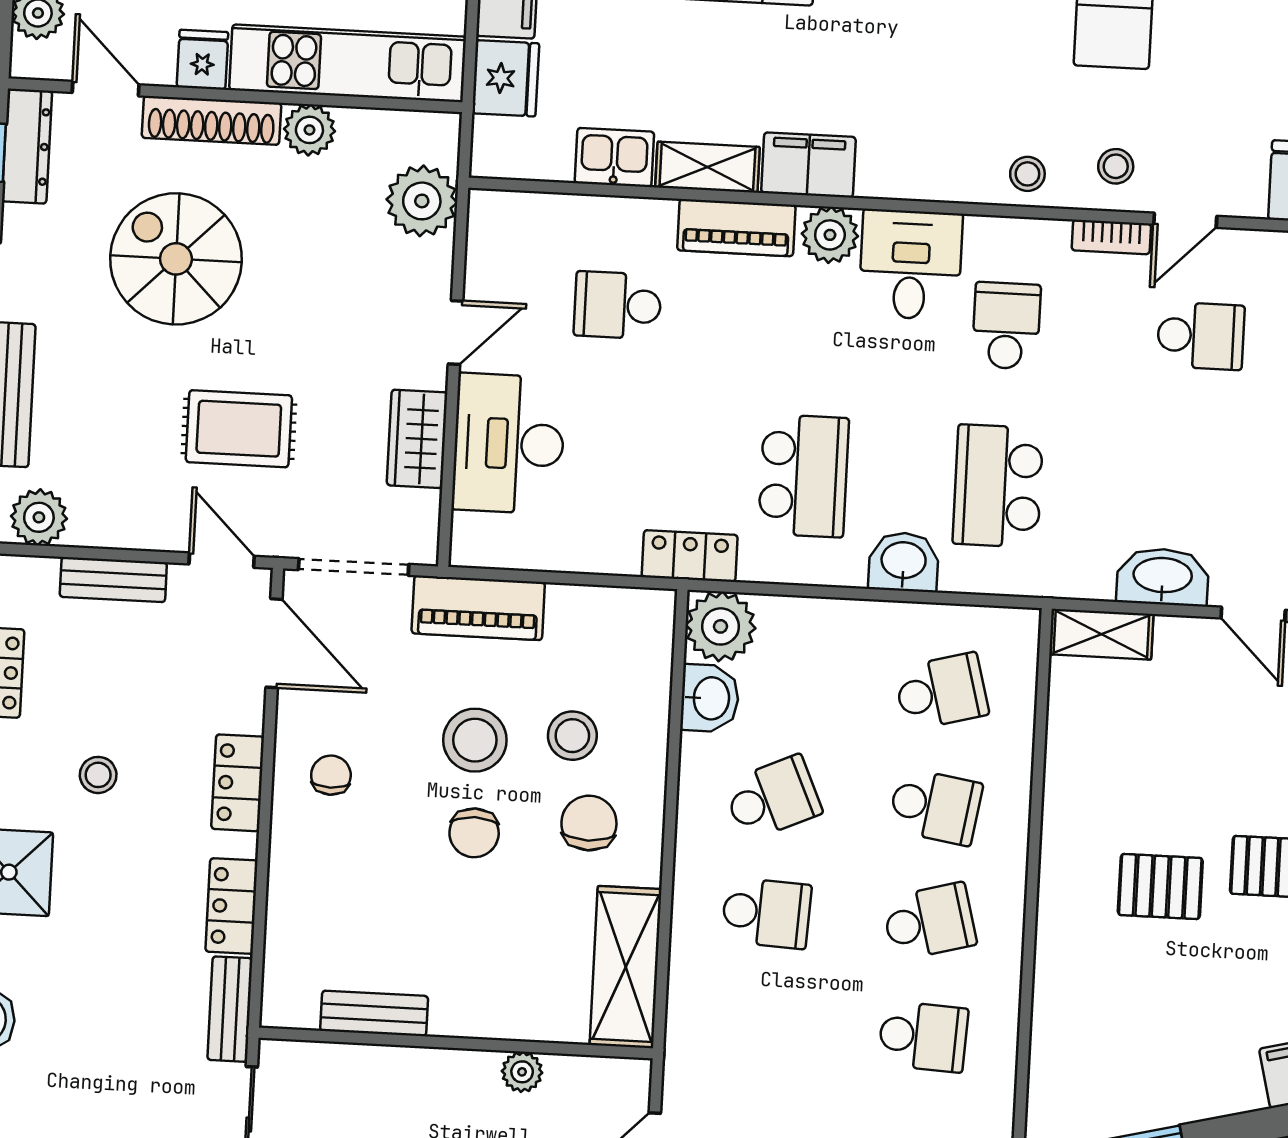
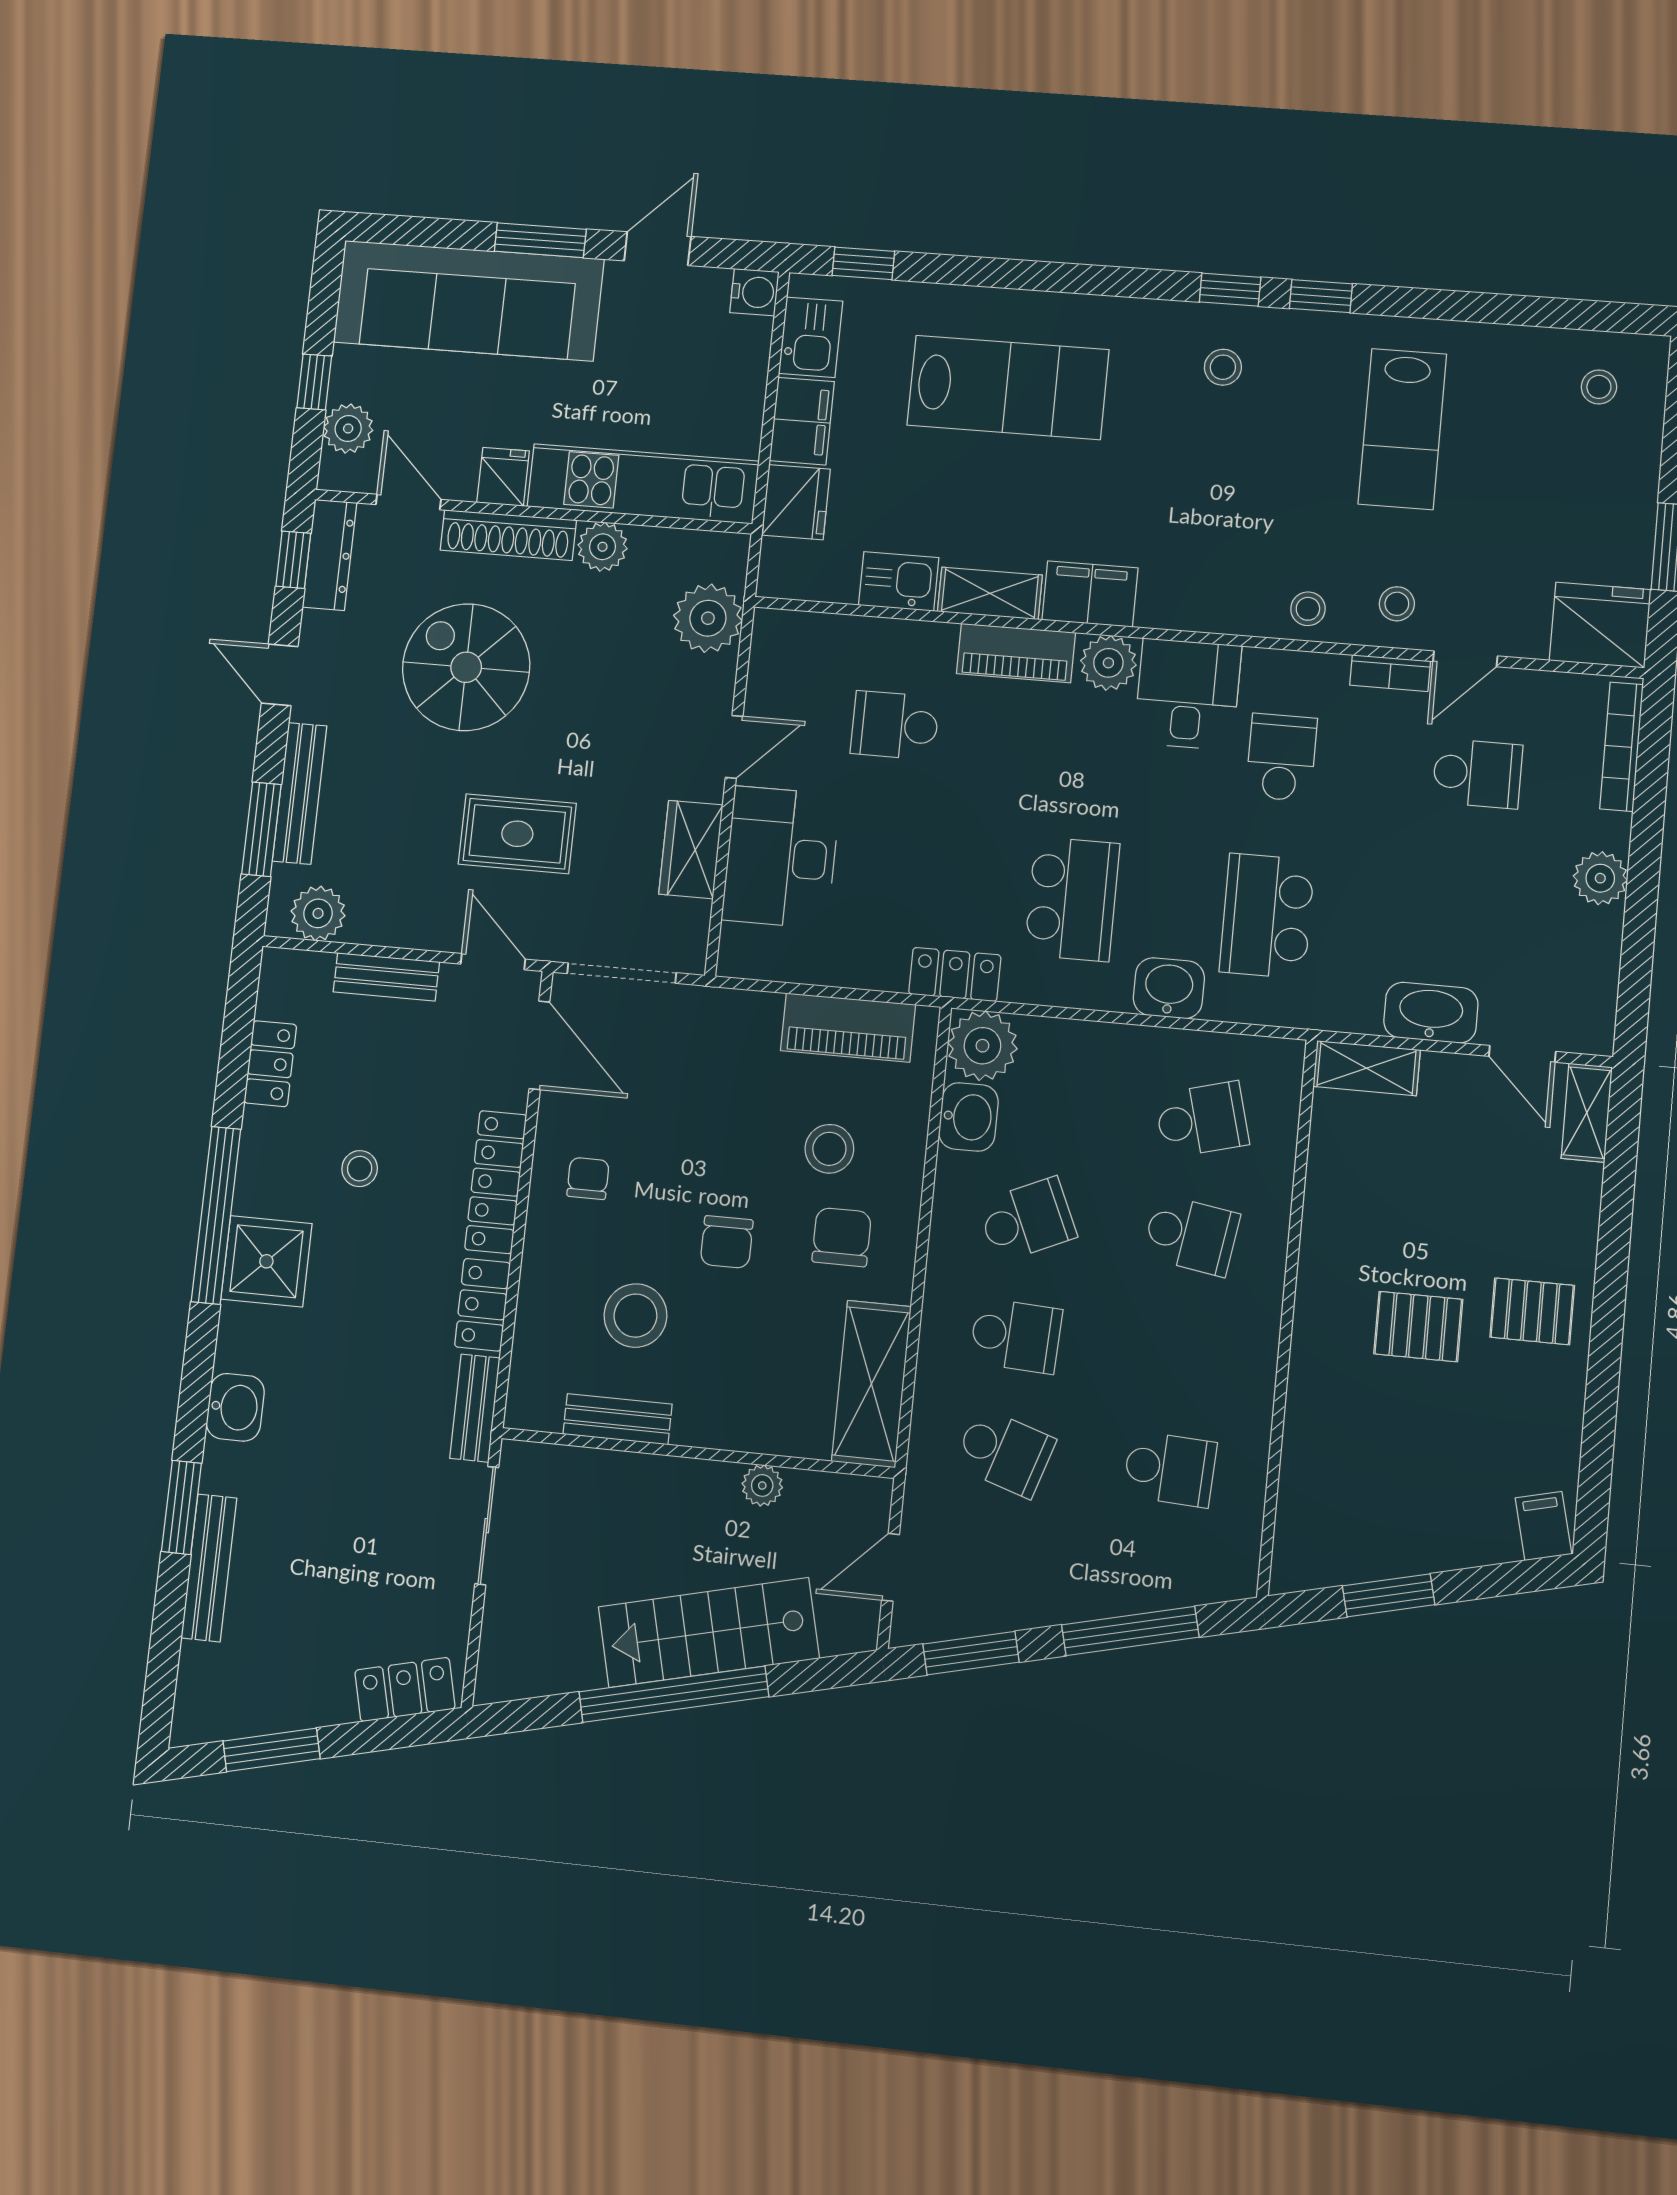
piano: (478, 608) -> (848, 1028), moved
stool: (475, 740) -> (635, 1316), moved
locker: (238, 783) -> (496, 1182), width x1.53
school desk: (929, 922) -> (1005, 1452), moved, turned 33

